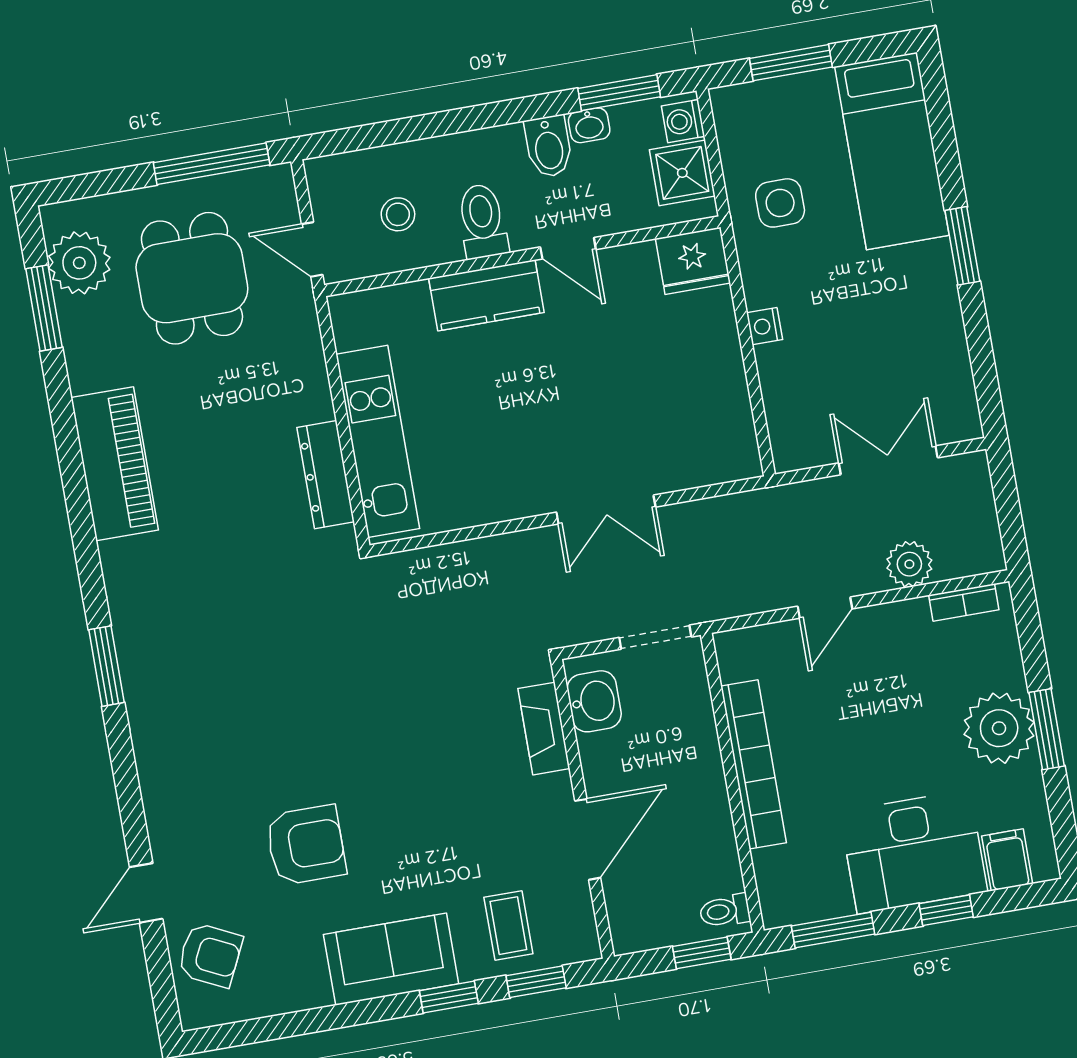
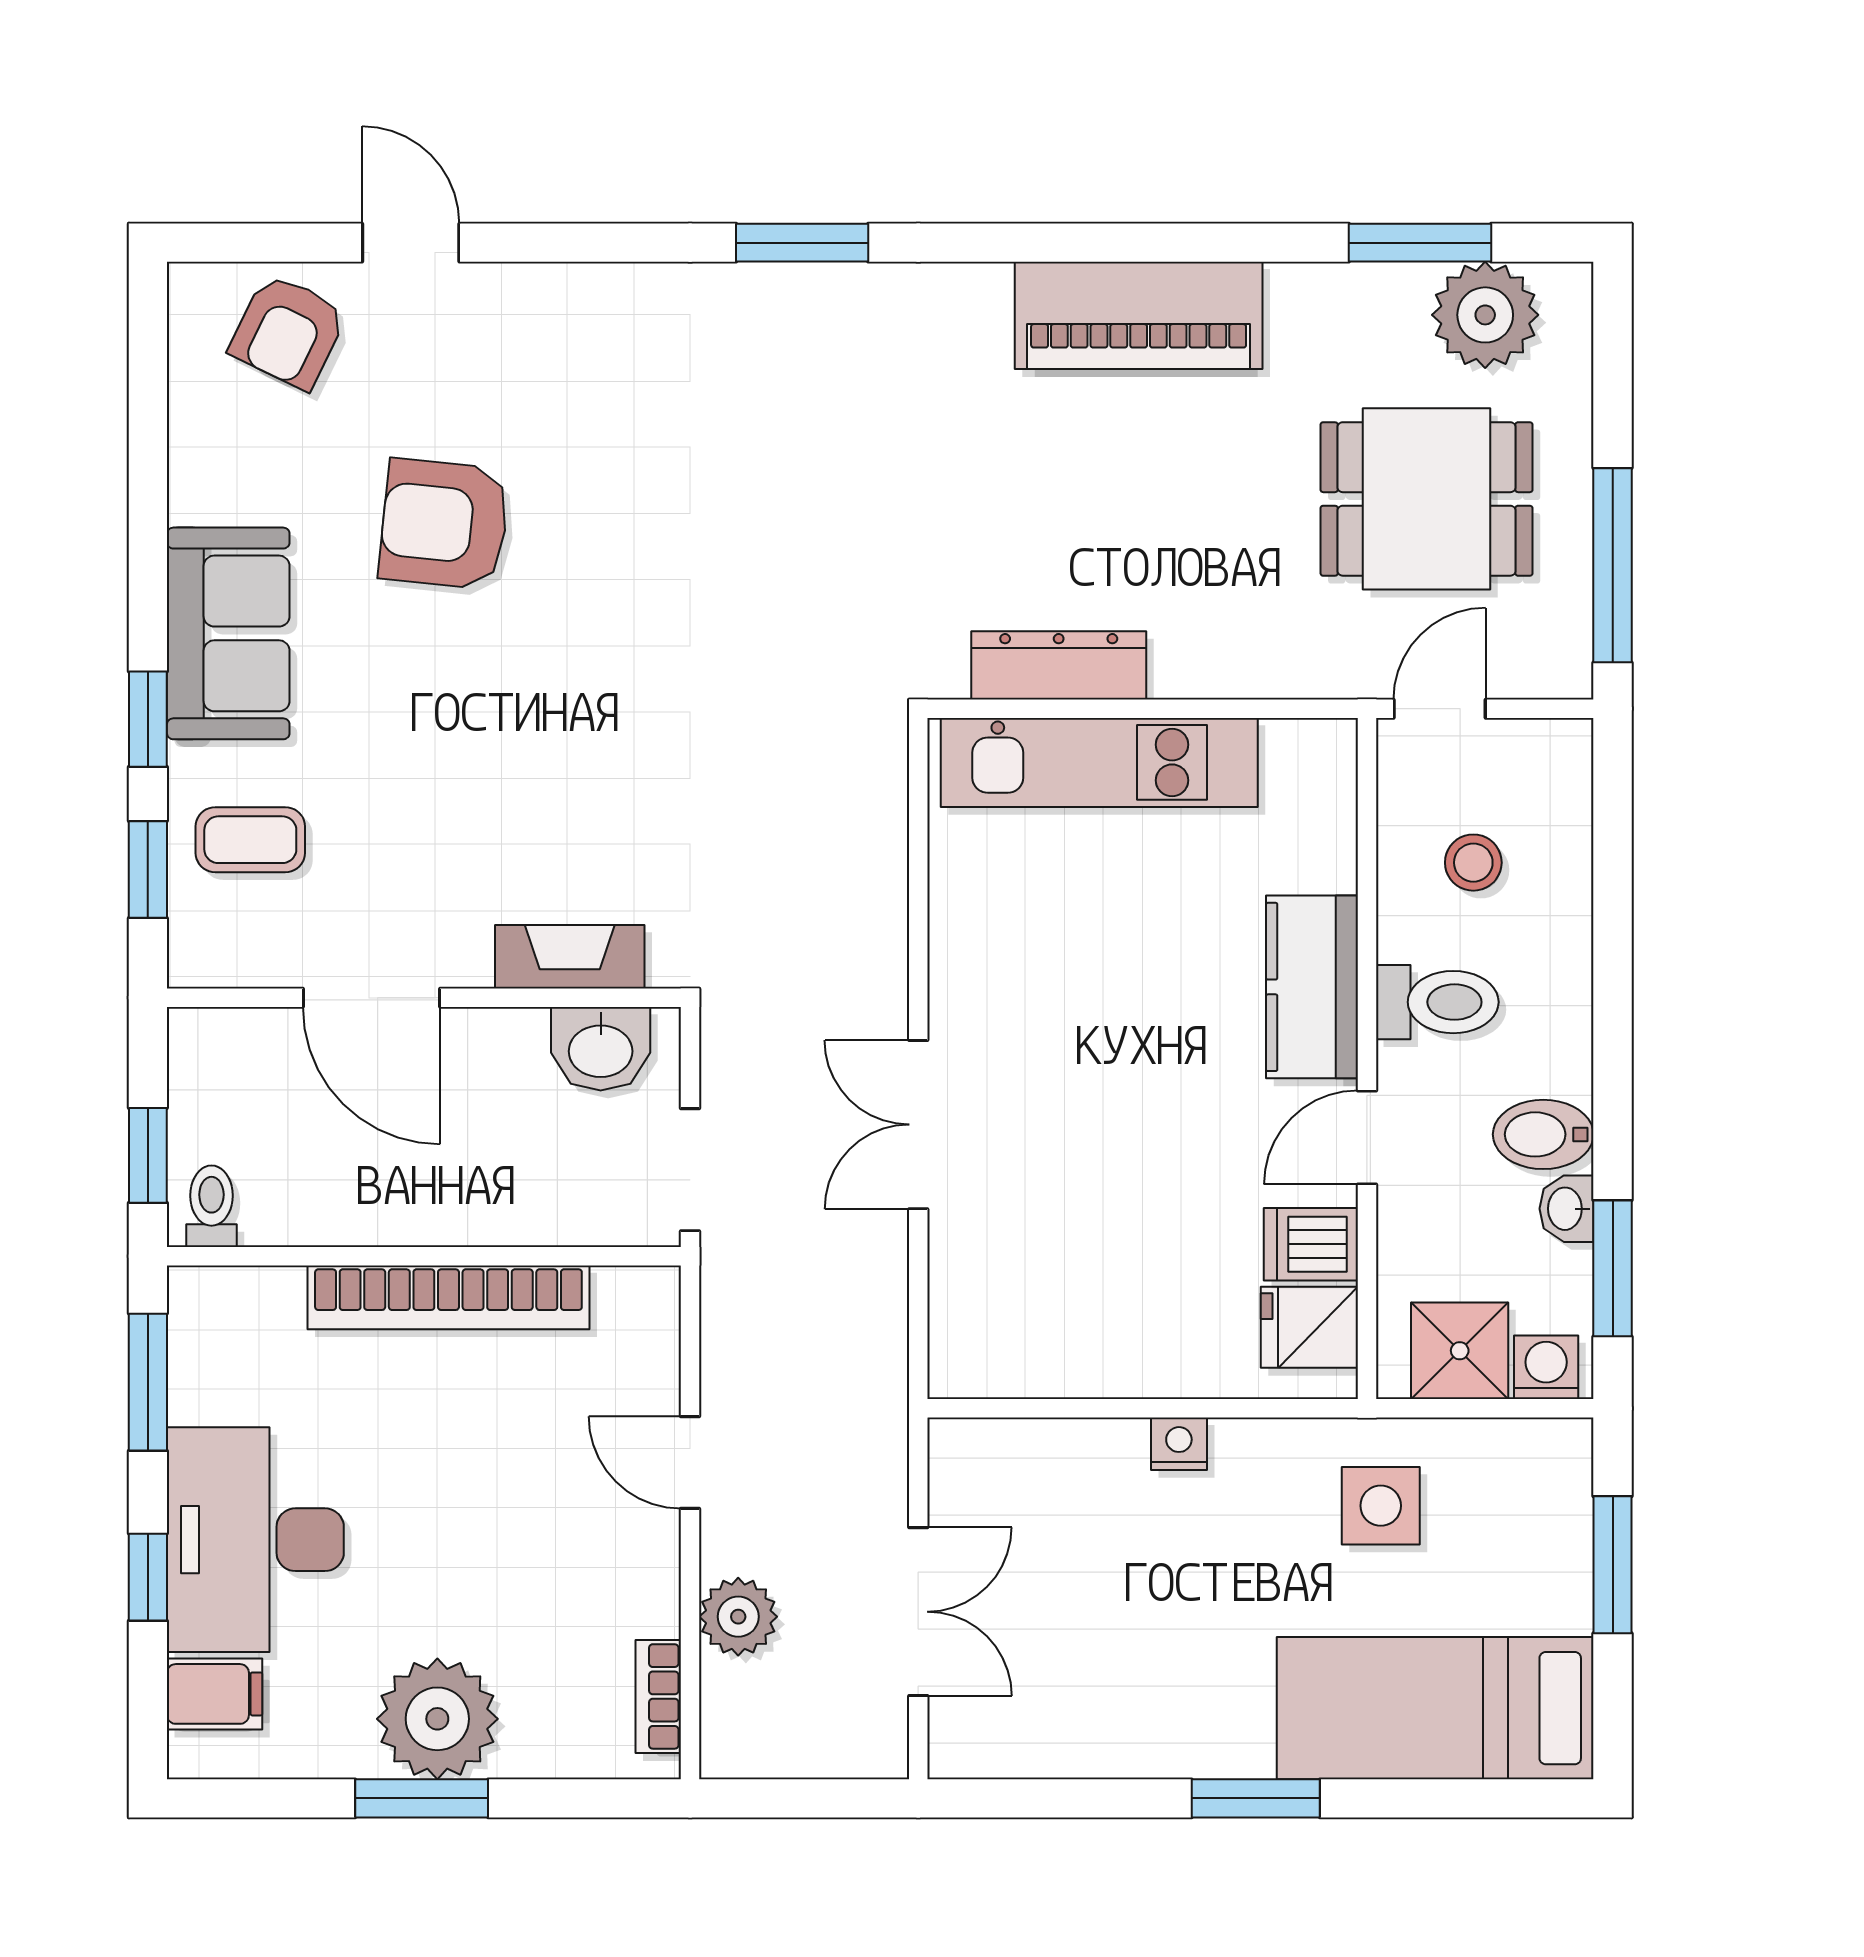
fridge: (693, 261) -> (1309, 1327), width x0.72
dishwasher: (636, 270) -> (1311, 1244), added
armchair: (306, 845) -> (444, 524), turned 96

